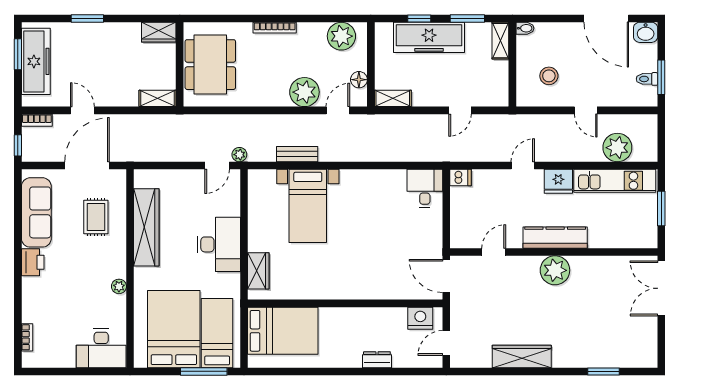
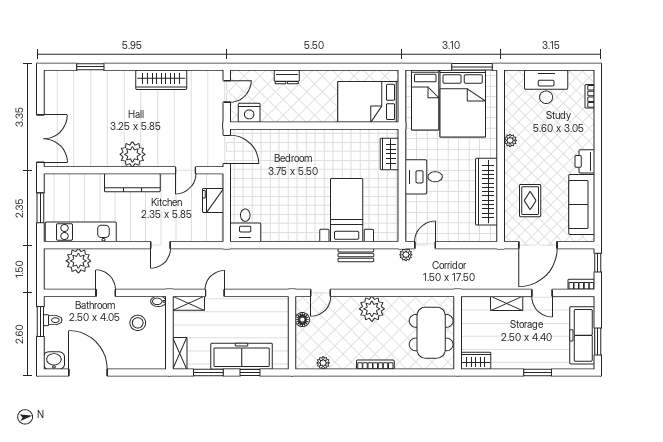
bidet: (525, 28) -> (158, 301), moved
plant: (341, 36) -> (323, 363), width x0.53, depth x0.53
plant: (304, 92) -> (372, 309), moved
shelving: (158, 98) -> (507, 303), moved
shelving: (393, 98) -> (188, 303), moved
dishwasher: (461, 177) -> (214, 235), removed
fridge: (558, 181) -> (213, 200), moved, turned -90
desk: (219, 244) -> (424, 177), width x0.73
desk: (101, 348) -> (546, 87), moved
window: (204, 371) -> (472, 67), moved

